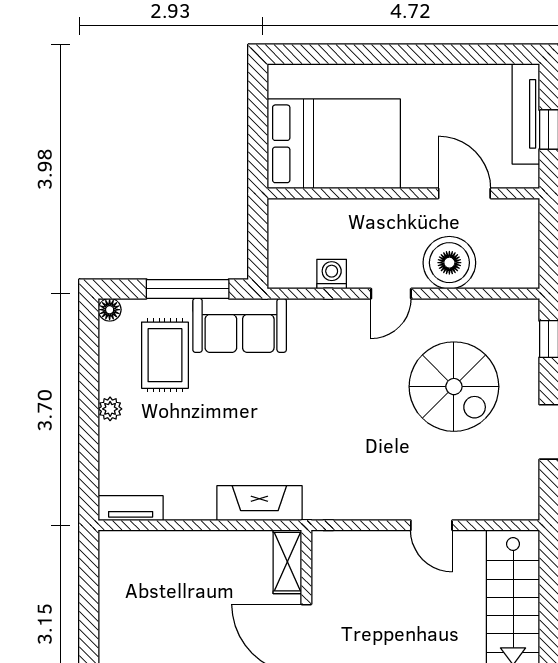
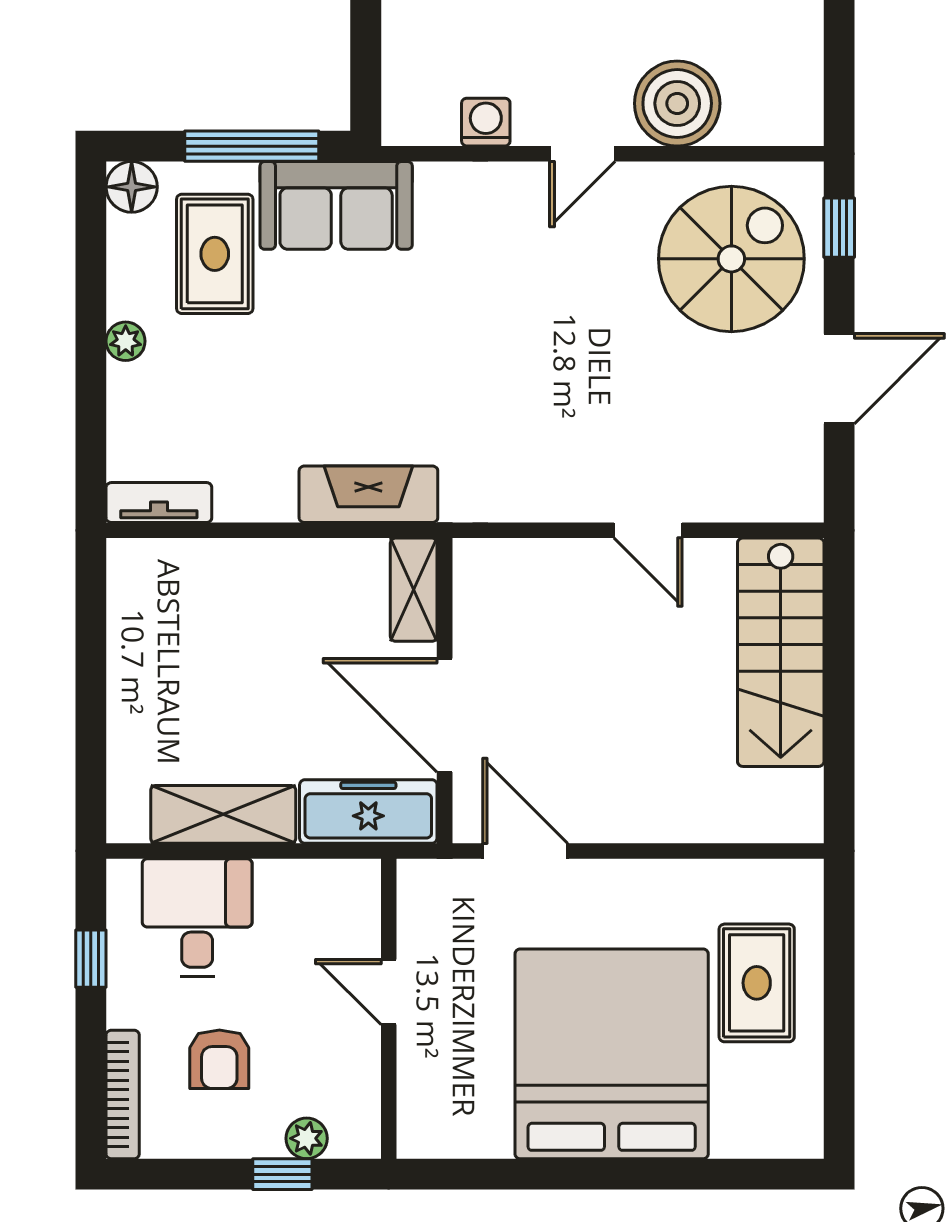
floor lamp: (110, 310) -> (132, 187), width x1.37, depth x1.37
spiral stairs: (454, 387) -> (731, 259), moved, turned -90

